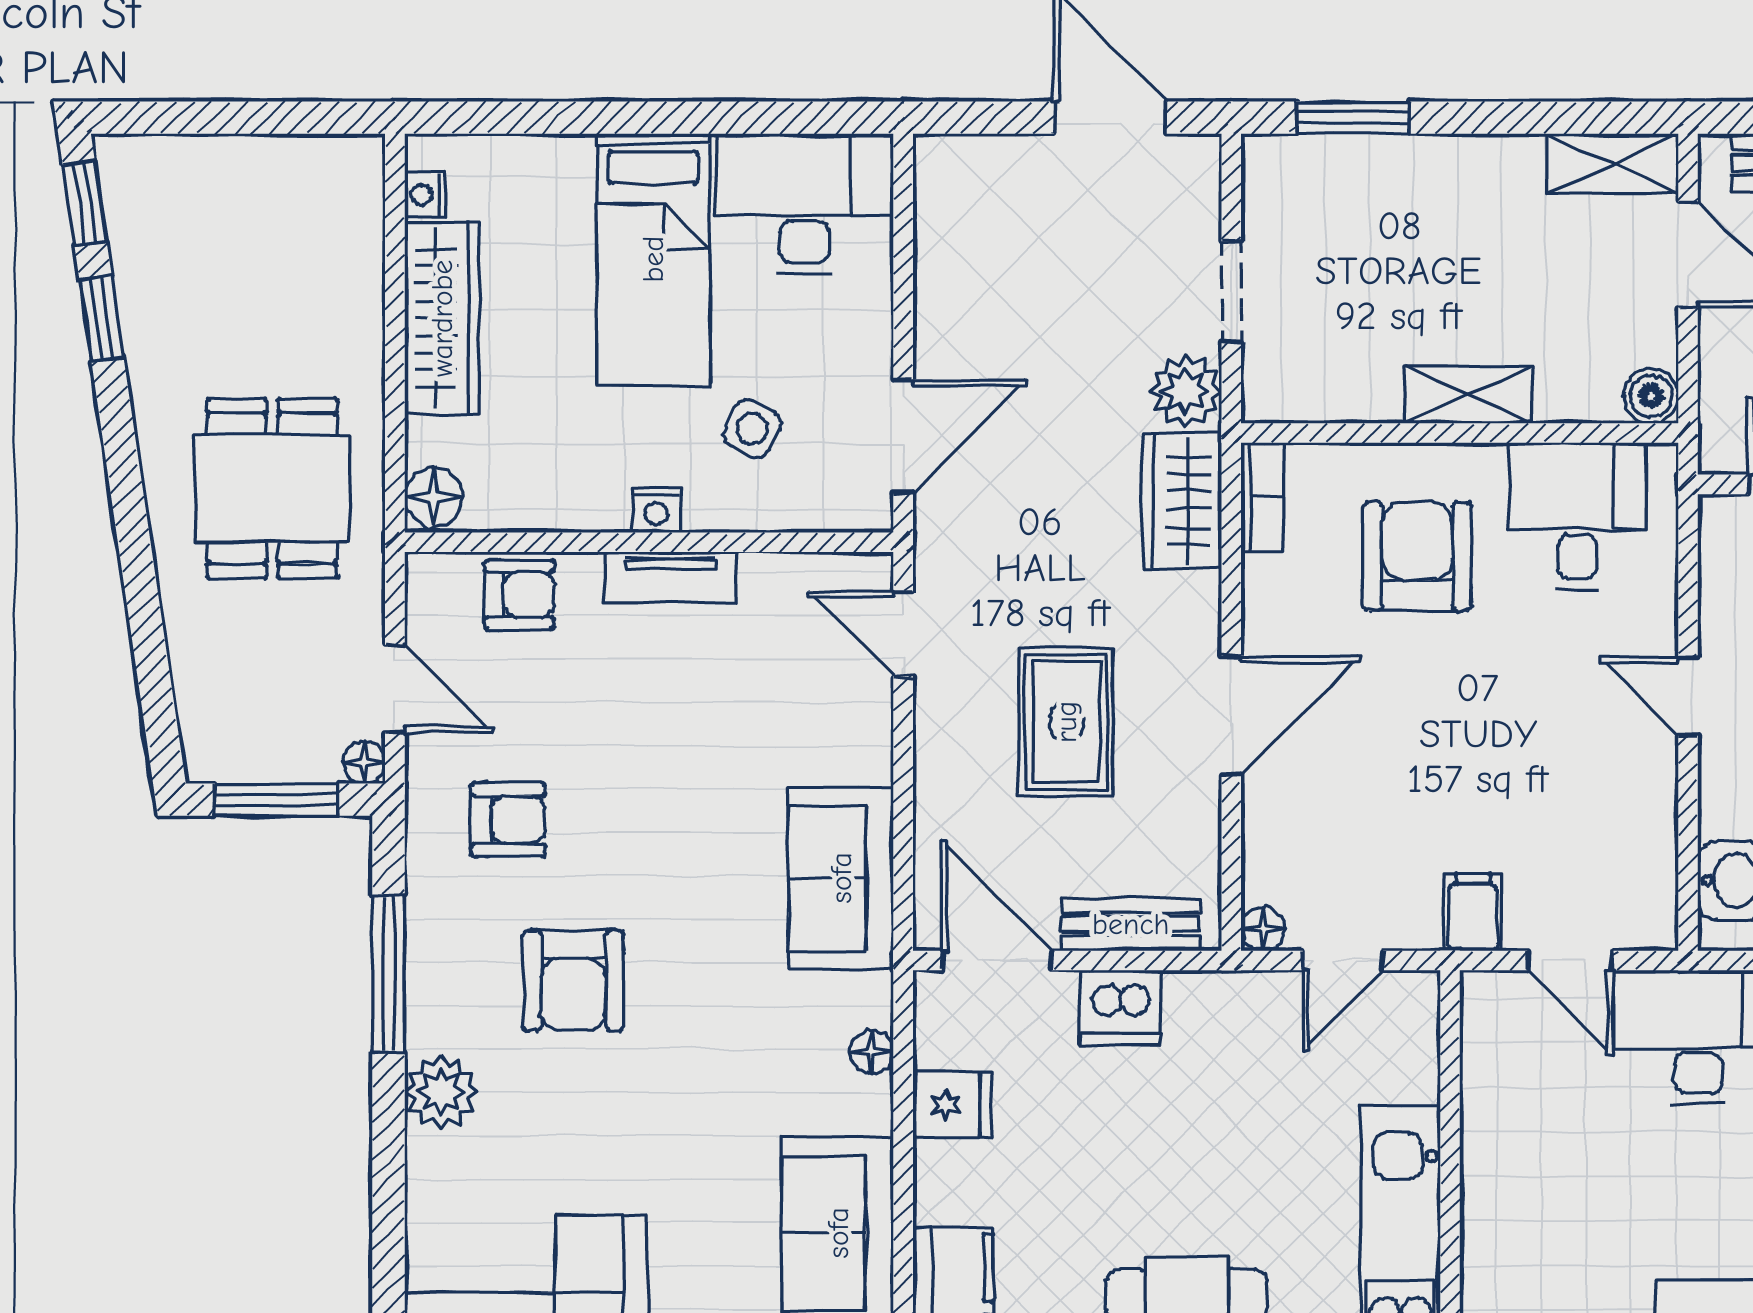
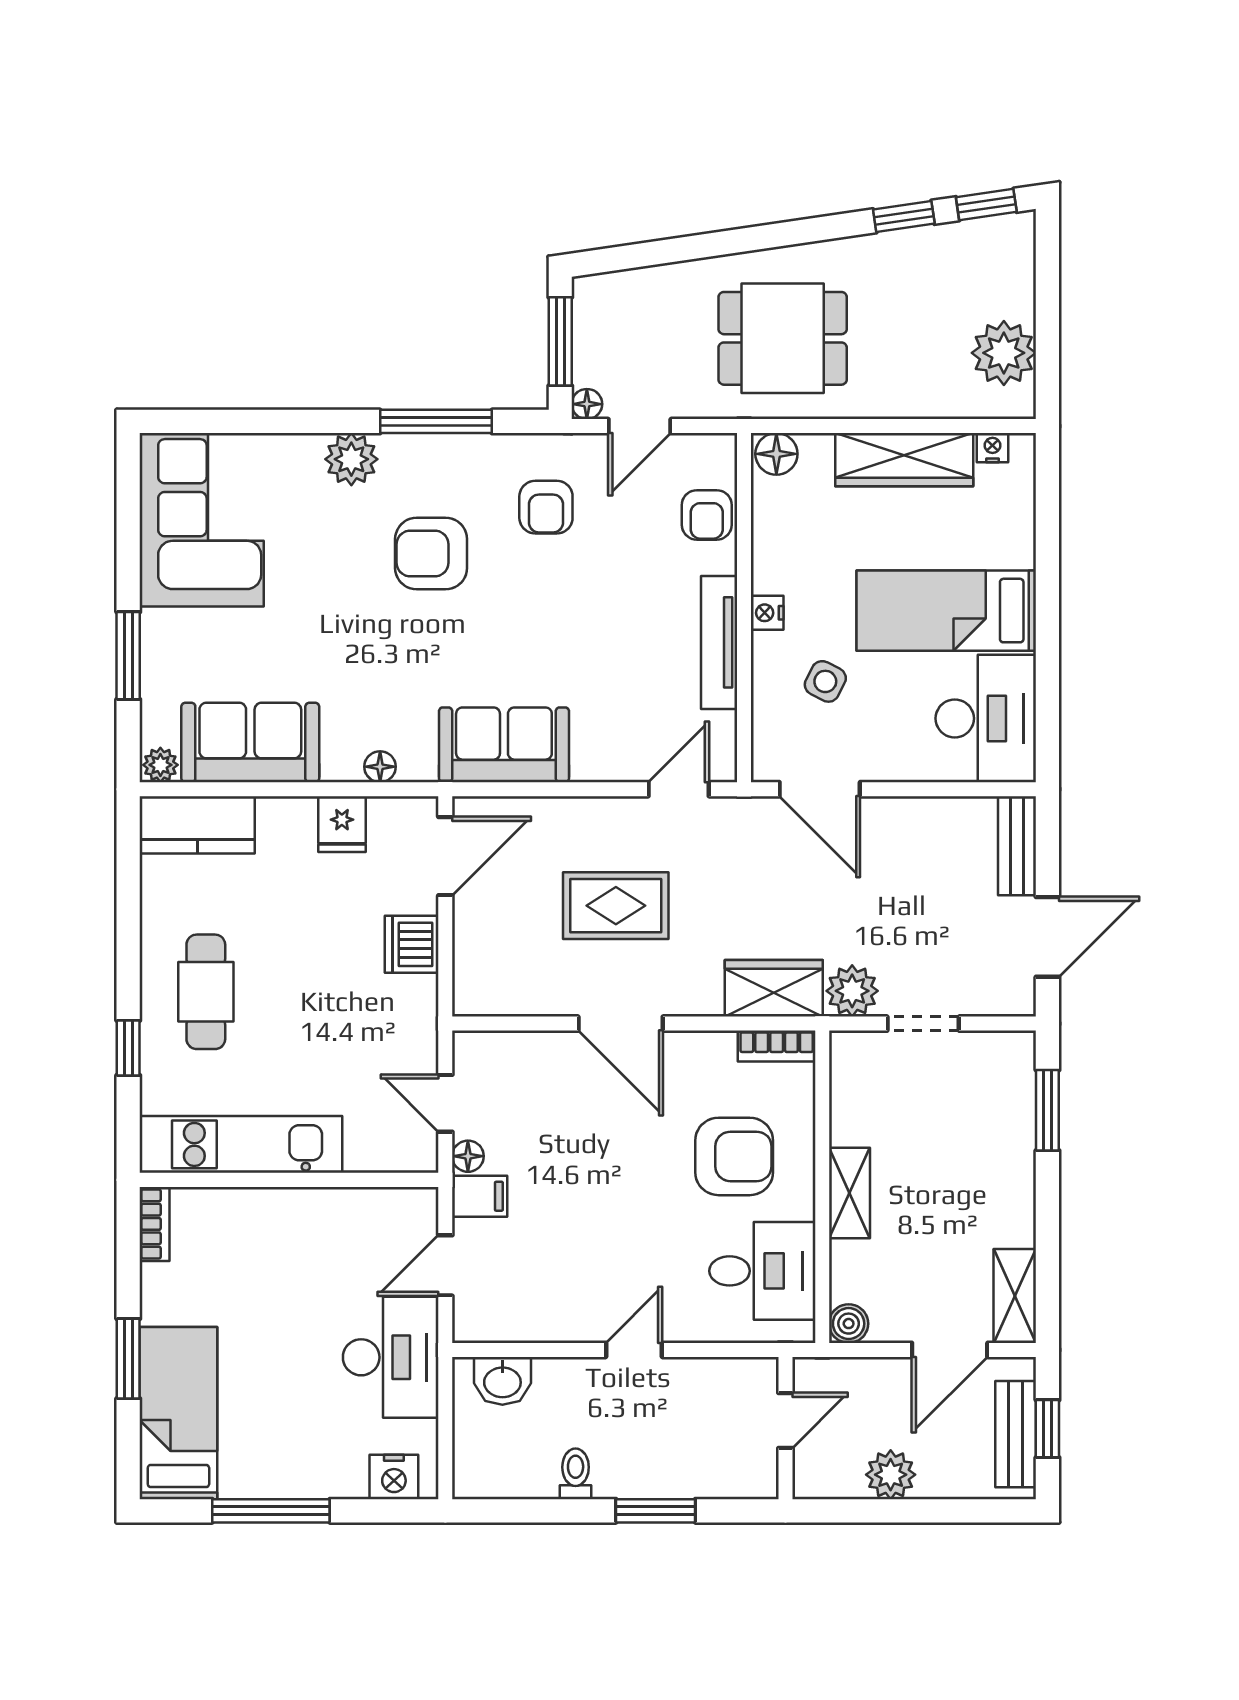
plant: (293, 179) -> (1004, 353), added
tv unit: (671, 577) -> (719, 642), width x1.41
bench: (1131, 924) -> (1017, 846), moved
floor lamp: (1263, 929) -> (468, 1156), moved

